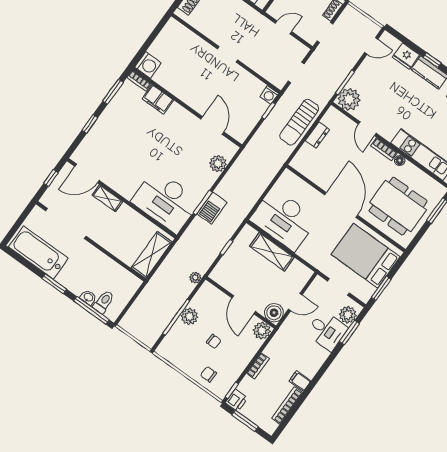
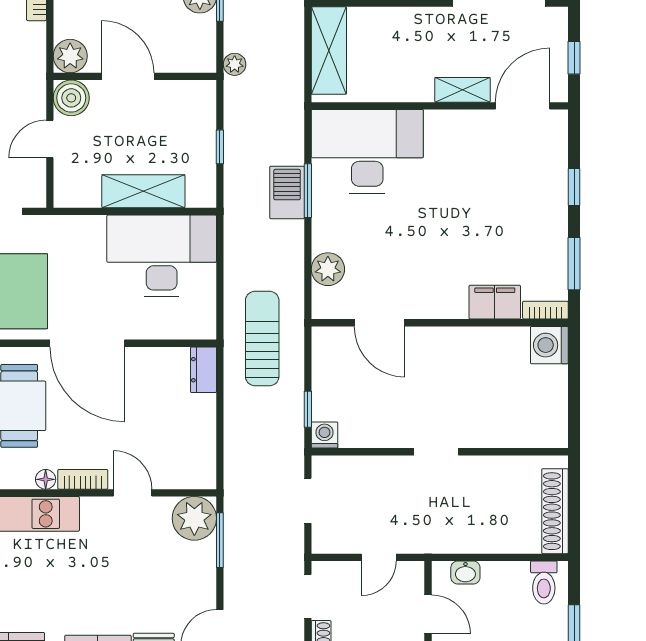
sun lounger: (299, 122) -> (262, 338), moved
dresser: (318, 135) -> (203, 370), moved

